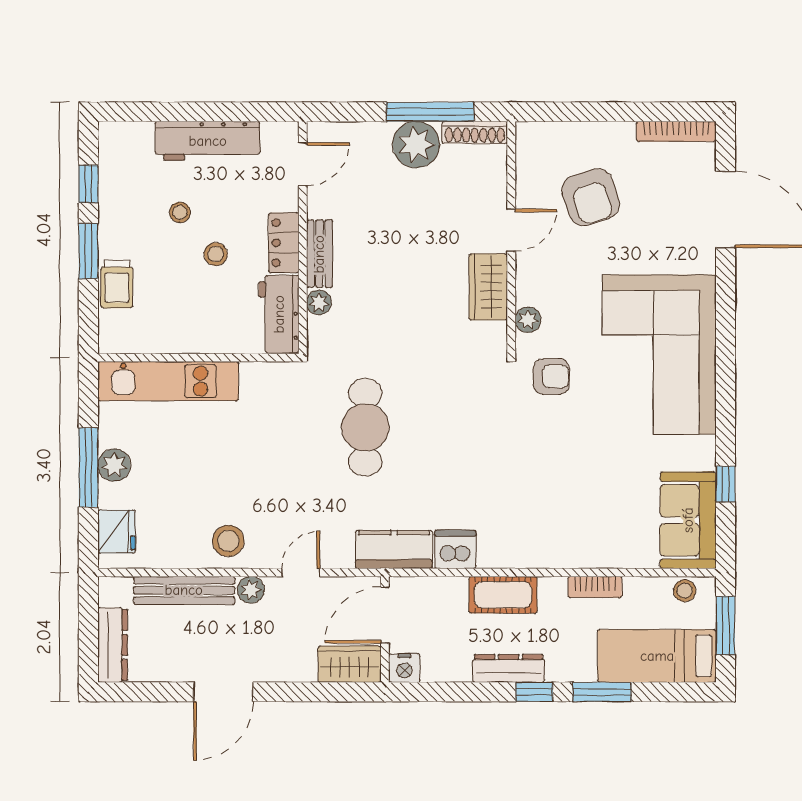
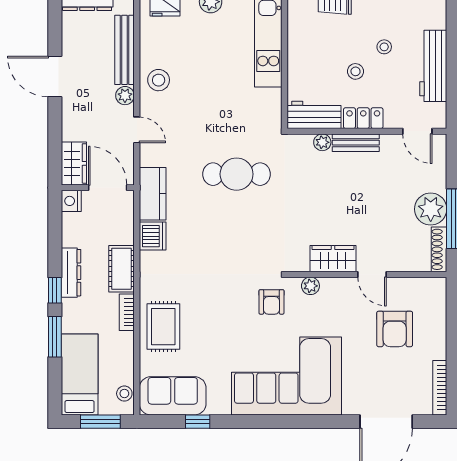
armchair: (591, 197) -> (395, 329), turned -72
rug: (587, 534) -> (163, 327), added
bookcase: (595, 587) -> (127, 312), moved

